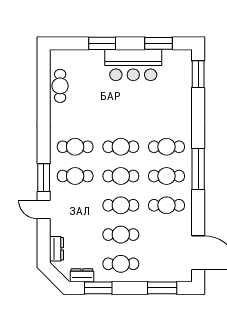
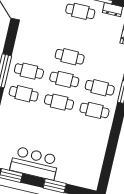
cafe table: (60, 86) -> (95, 160), removed
cafe table: (166, 205) -> (34, 48), removed
cafe table: (121, 235) -> (75, 34), removed

